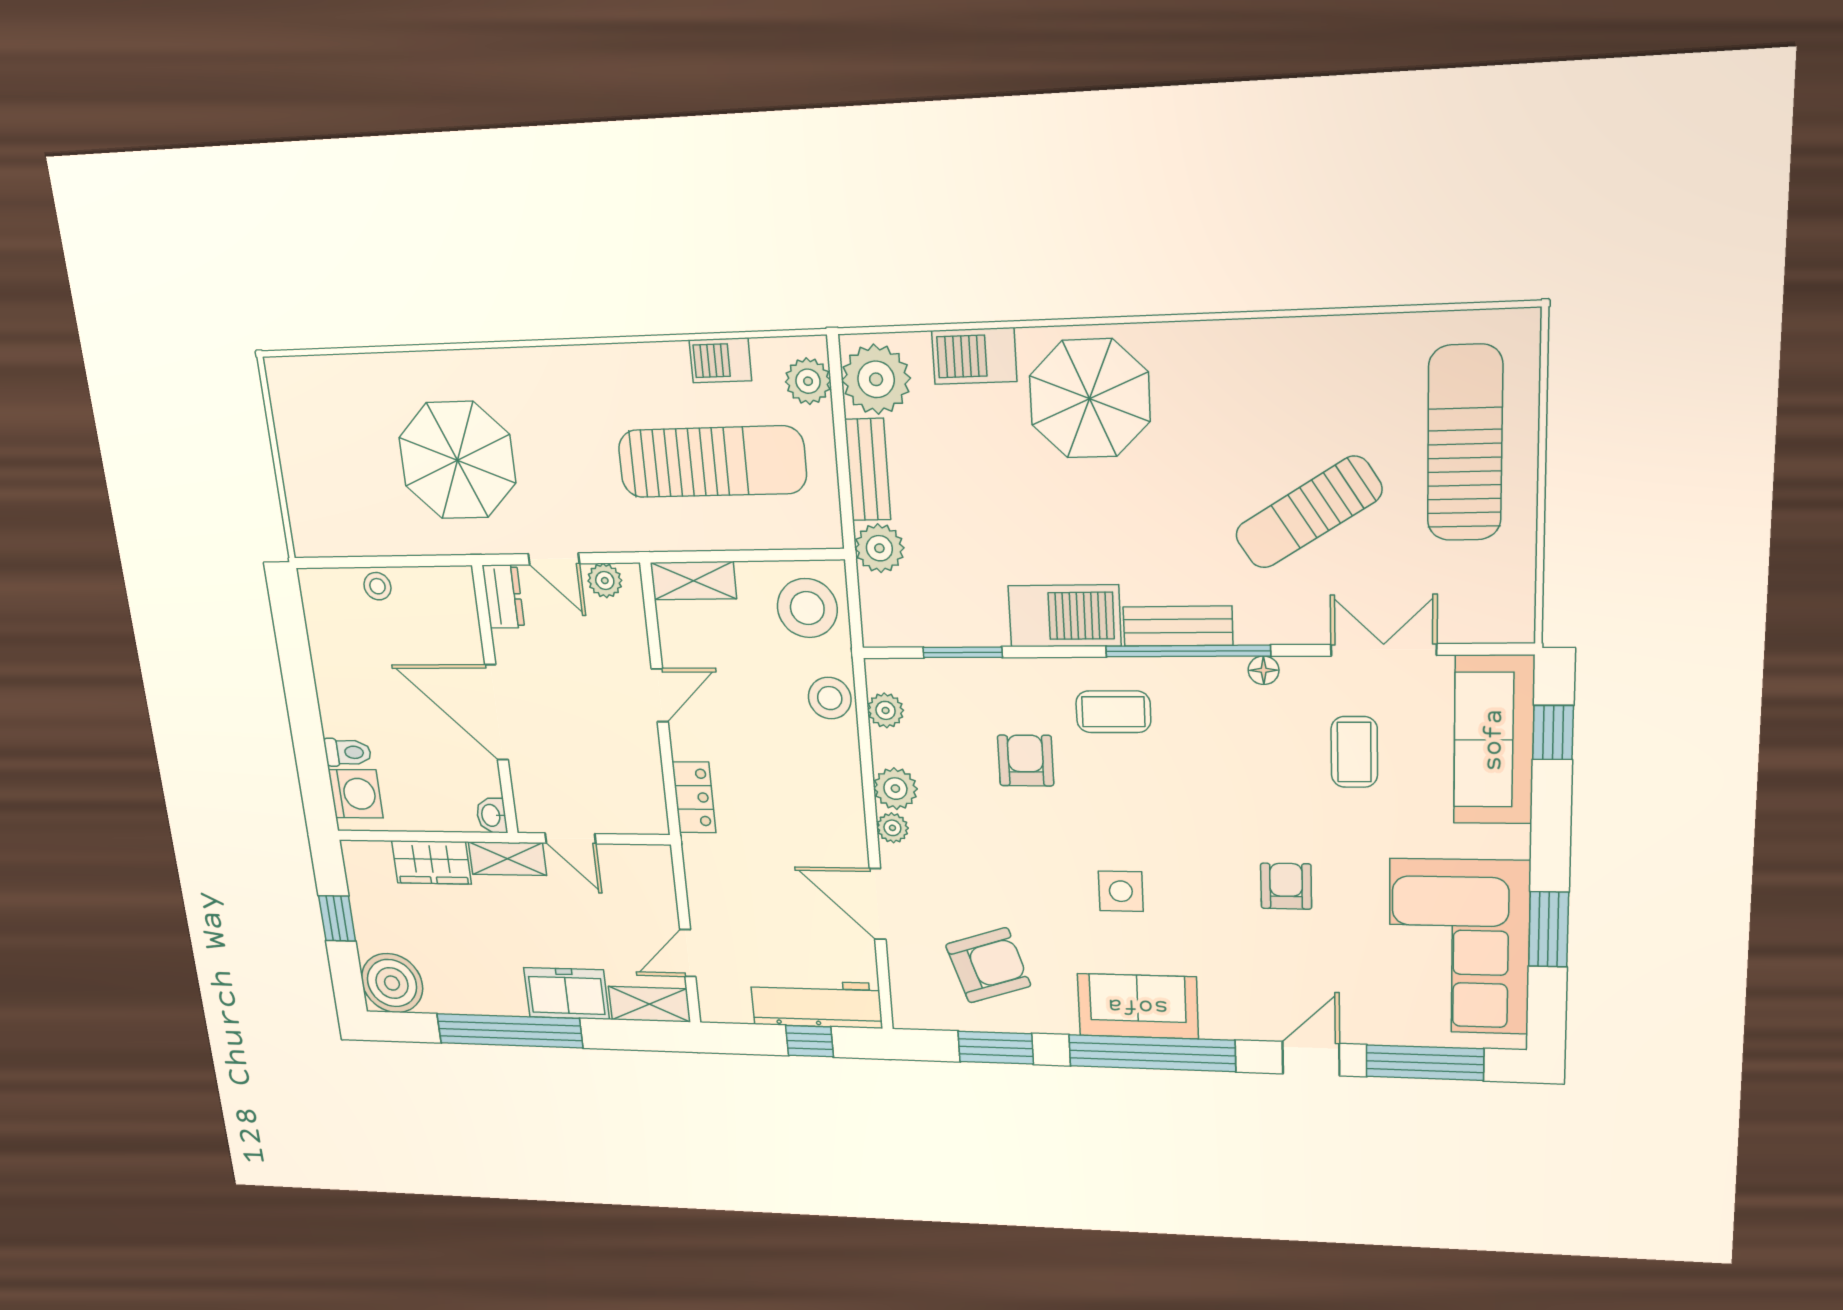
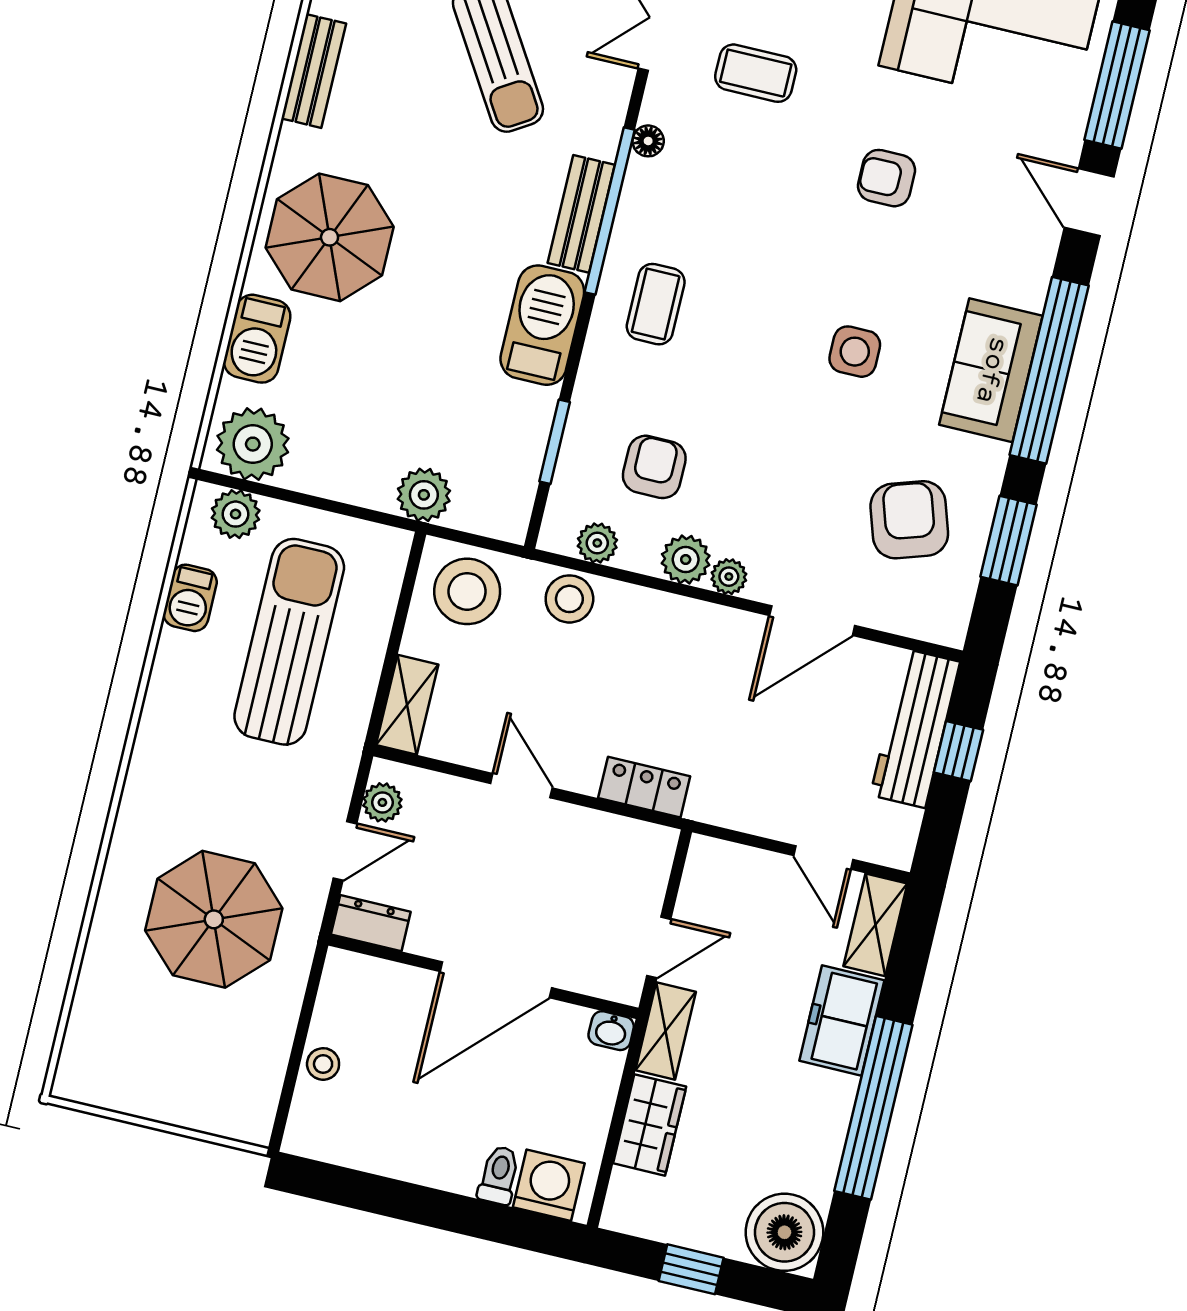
bench: (868, 470) -> (314, 71), moved, turned 90
armchair: (1026, 761) -> (654, 467), moved, turned 90

